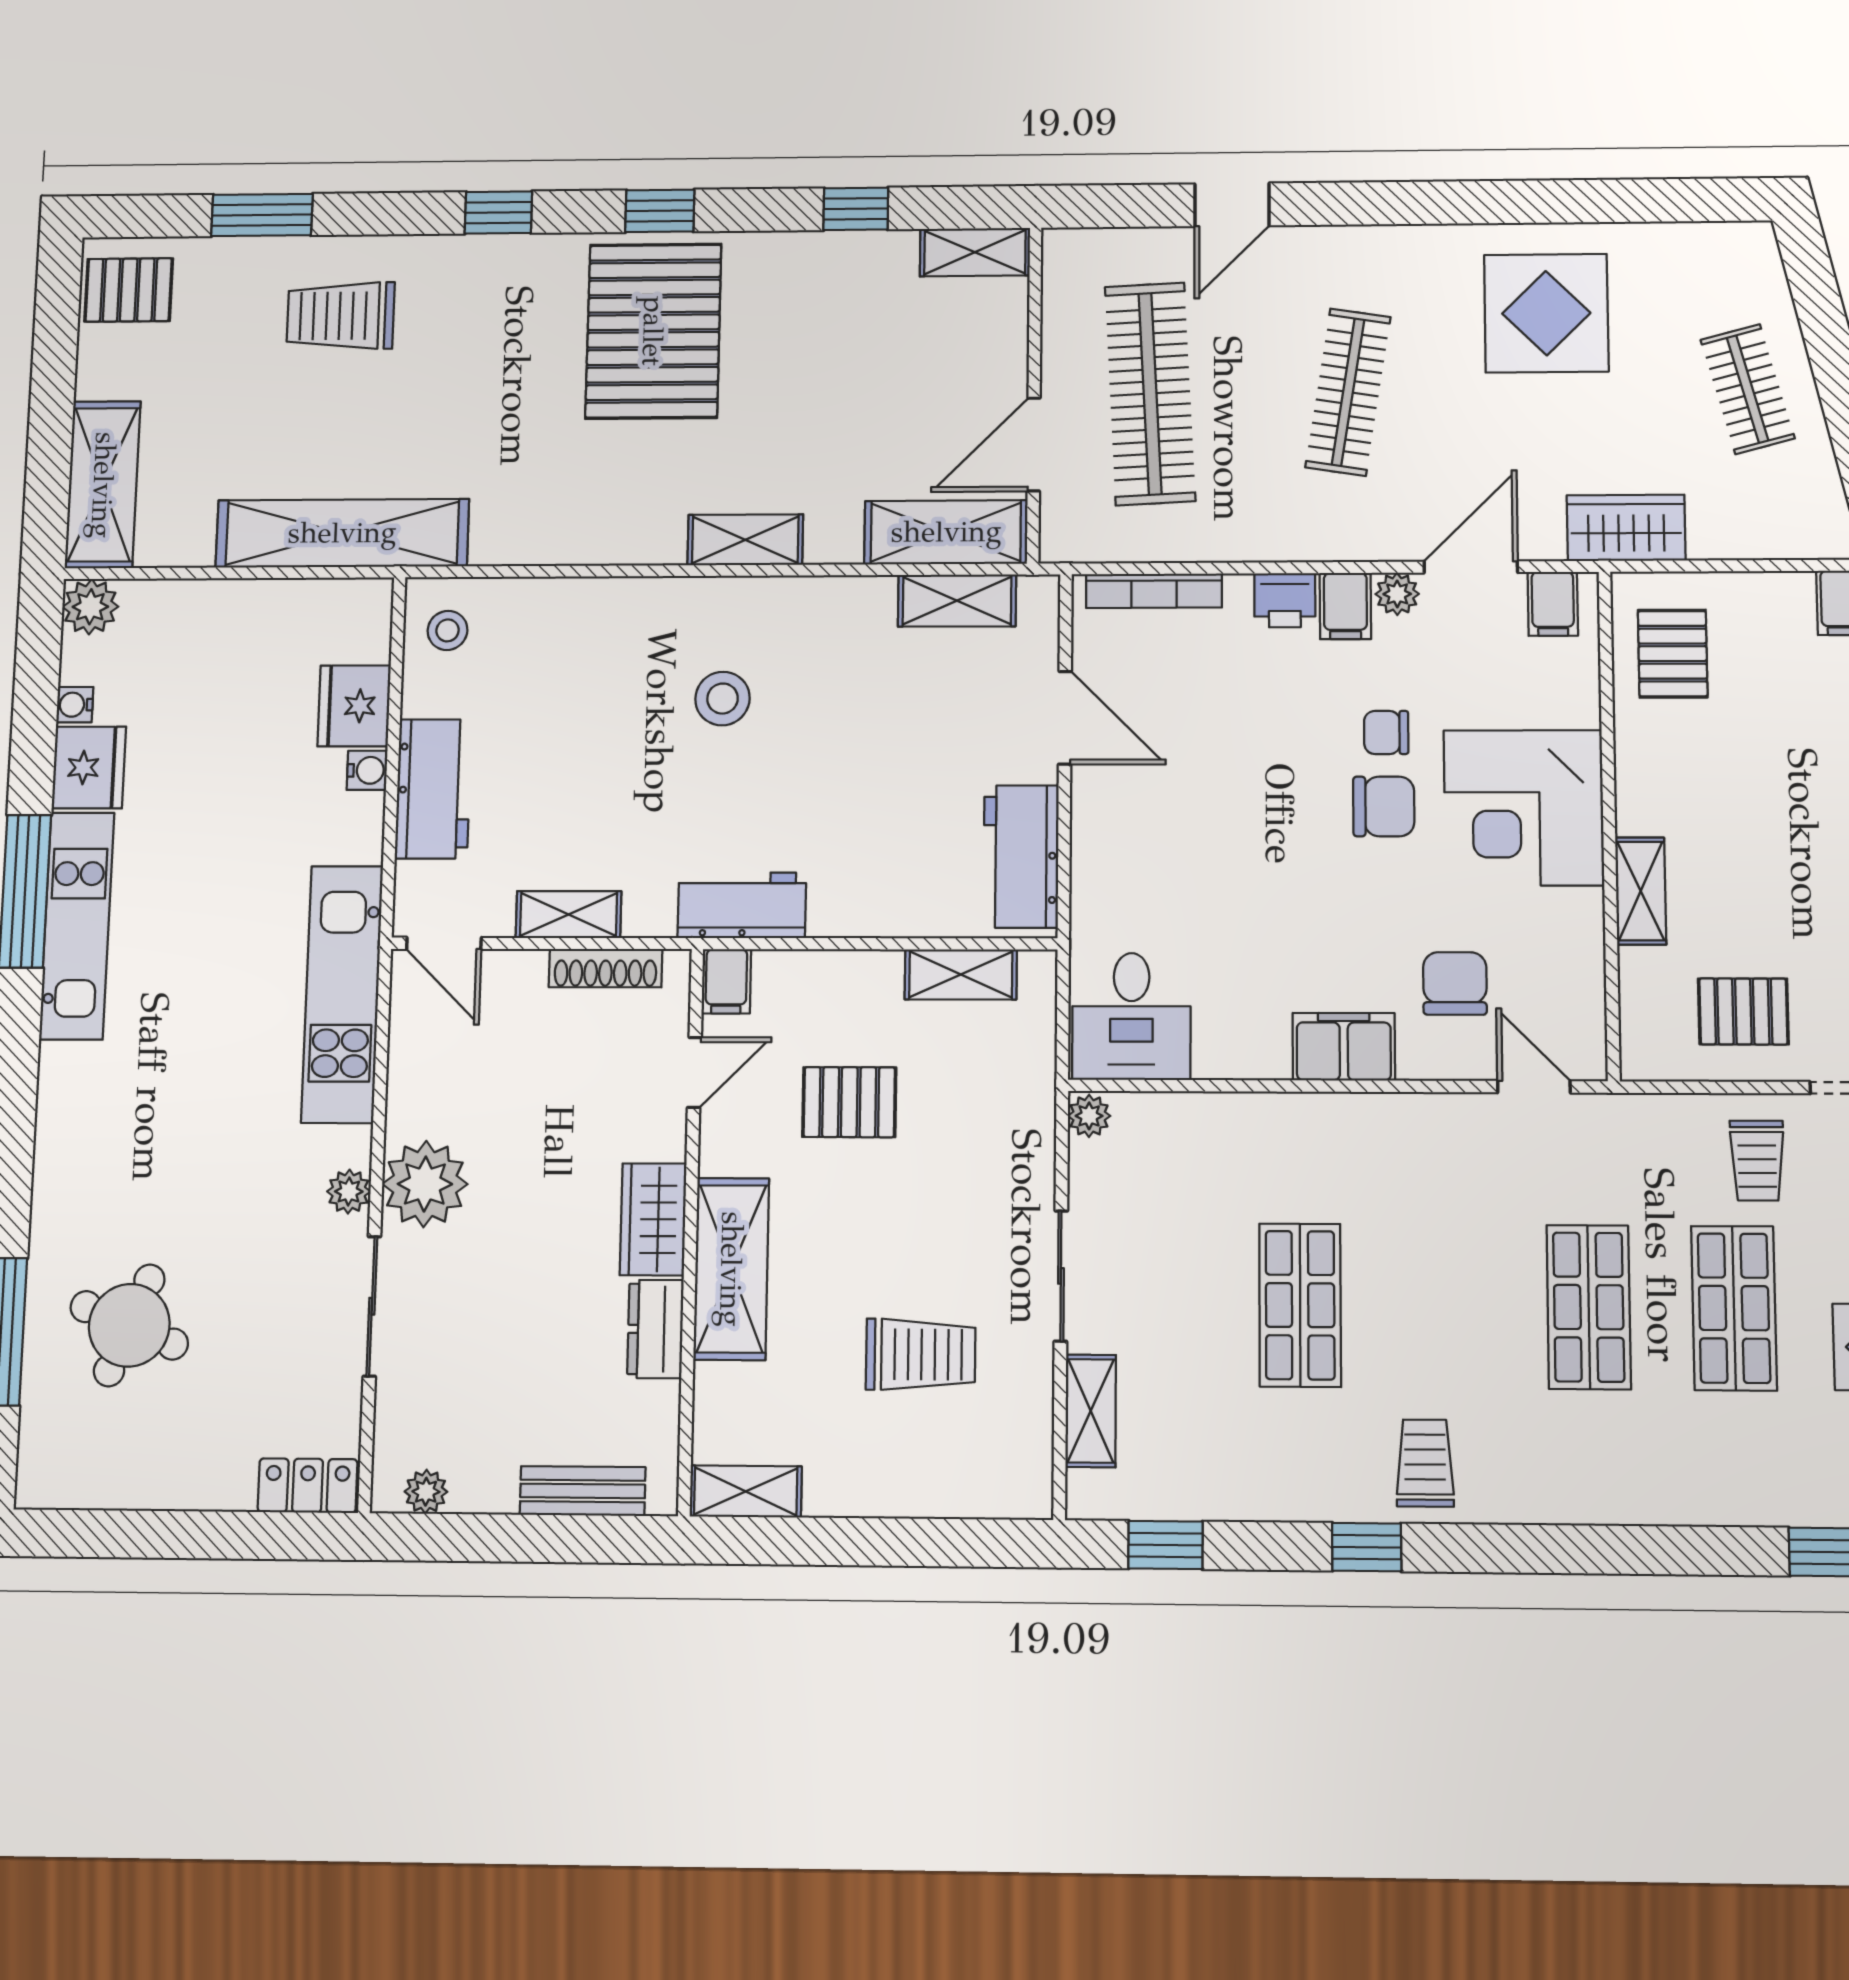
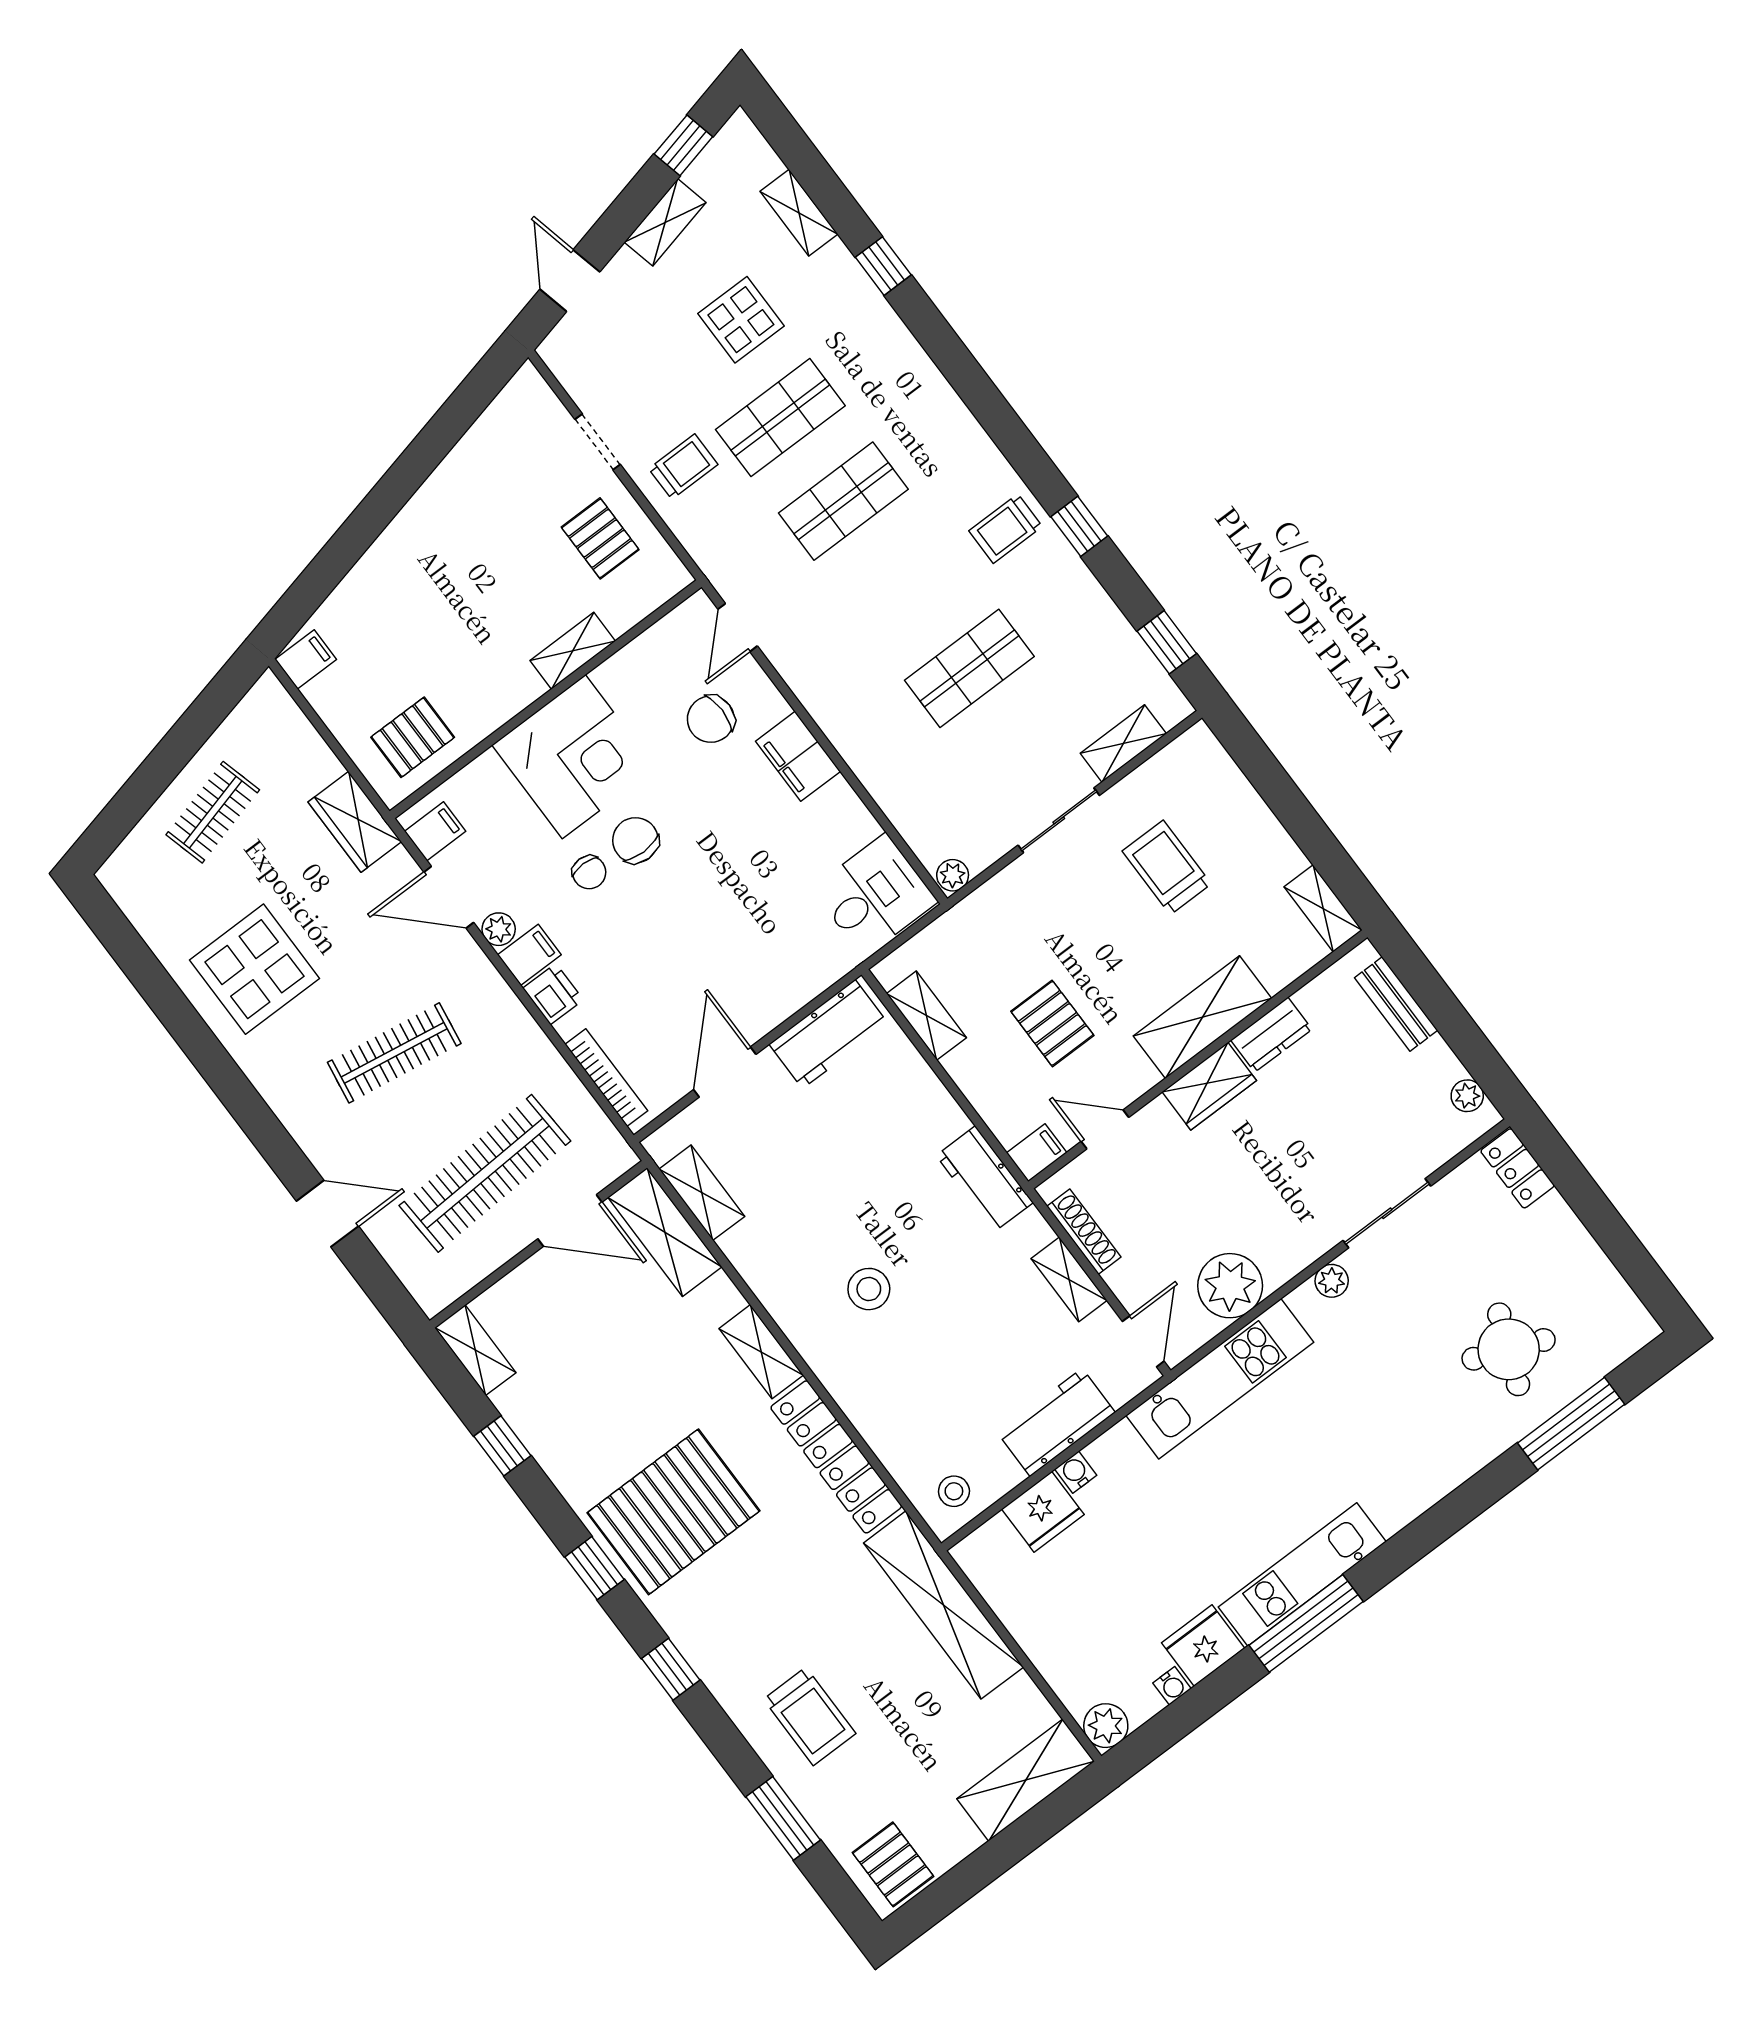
locker: (578, 536) -> (836, 1457), added
plant: (425, 1184) -> (1230, 1286), moved

